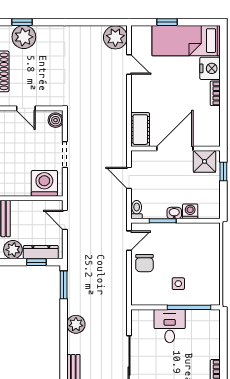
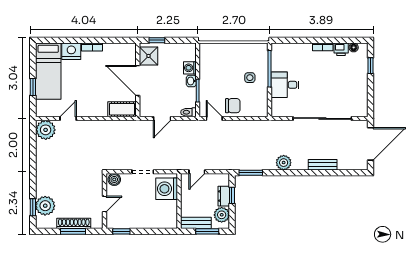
dresser: (41, 252) -> (224, 196), width x0.70

